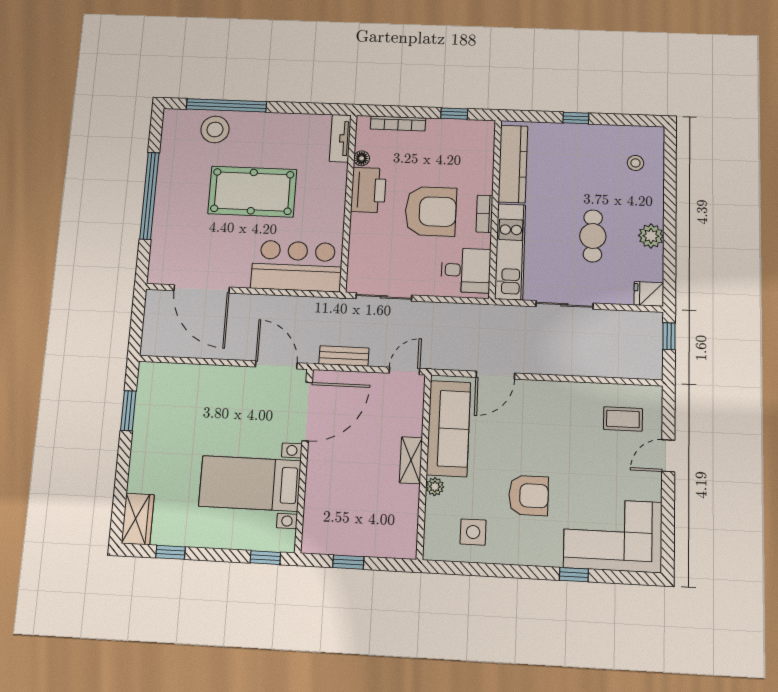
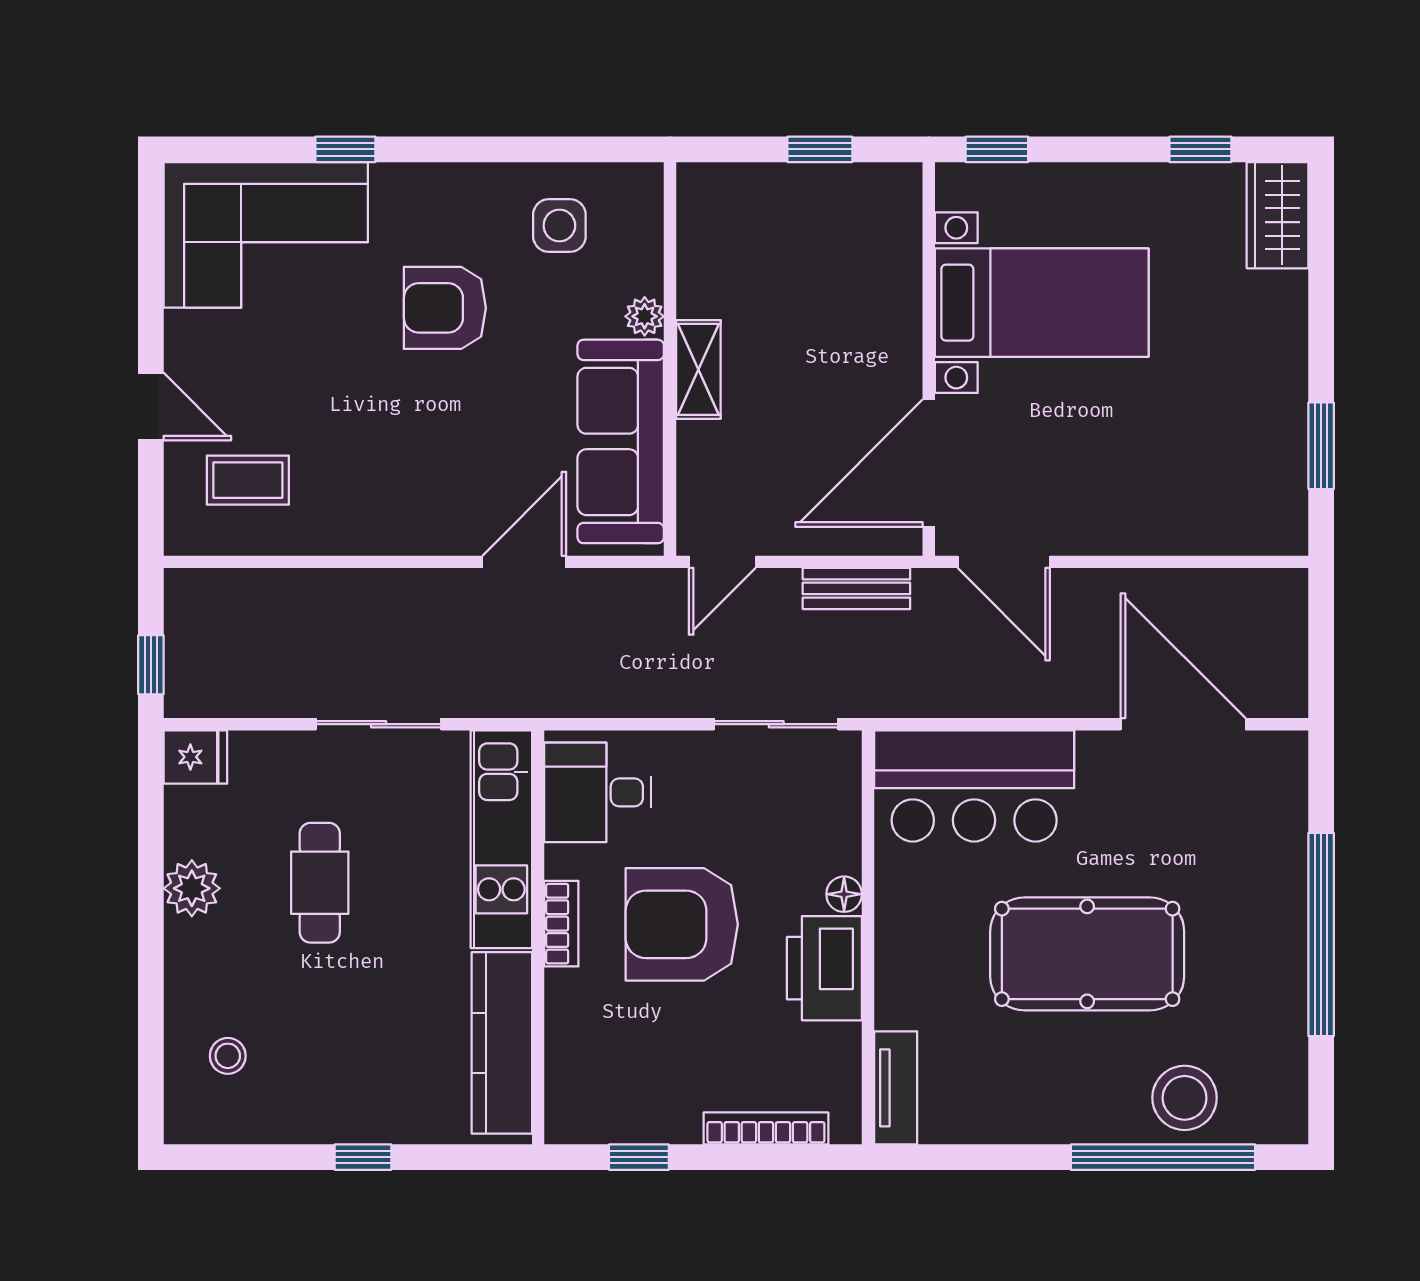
floor lamp: (362, 158) -> (844, 894), moved
door: (668, 456) -> (151, 407), hinge flipped

